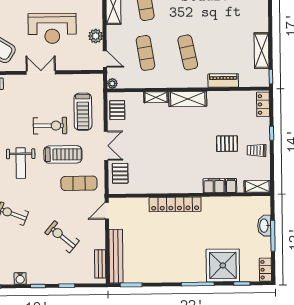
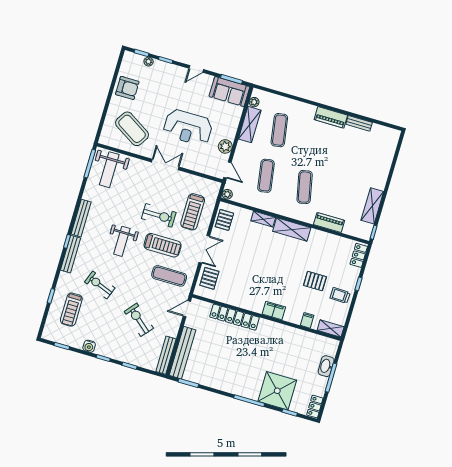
filing cabinet: (214, 186) -> (274, 311), moved
locker: (175, 204) -> (235, 317), moved
bench: (100, 264) -> (166, 355), width x1.36

